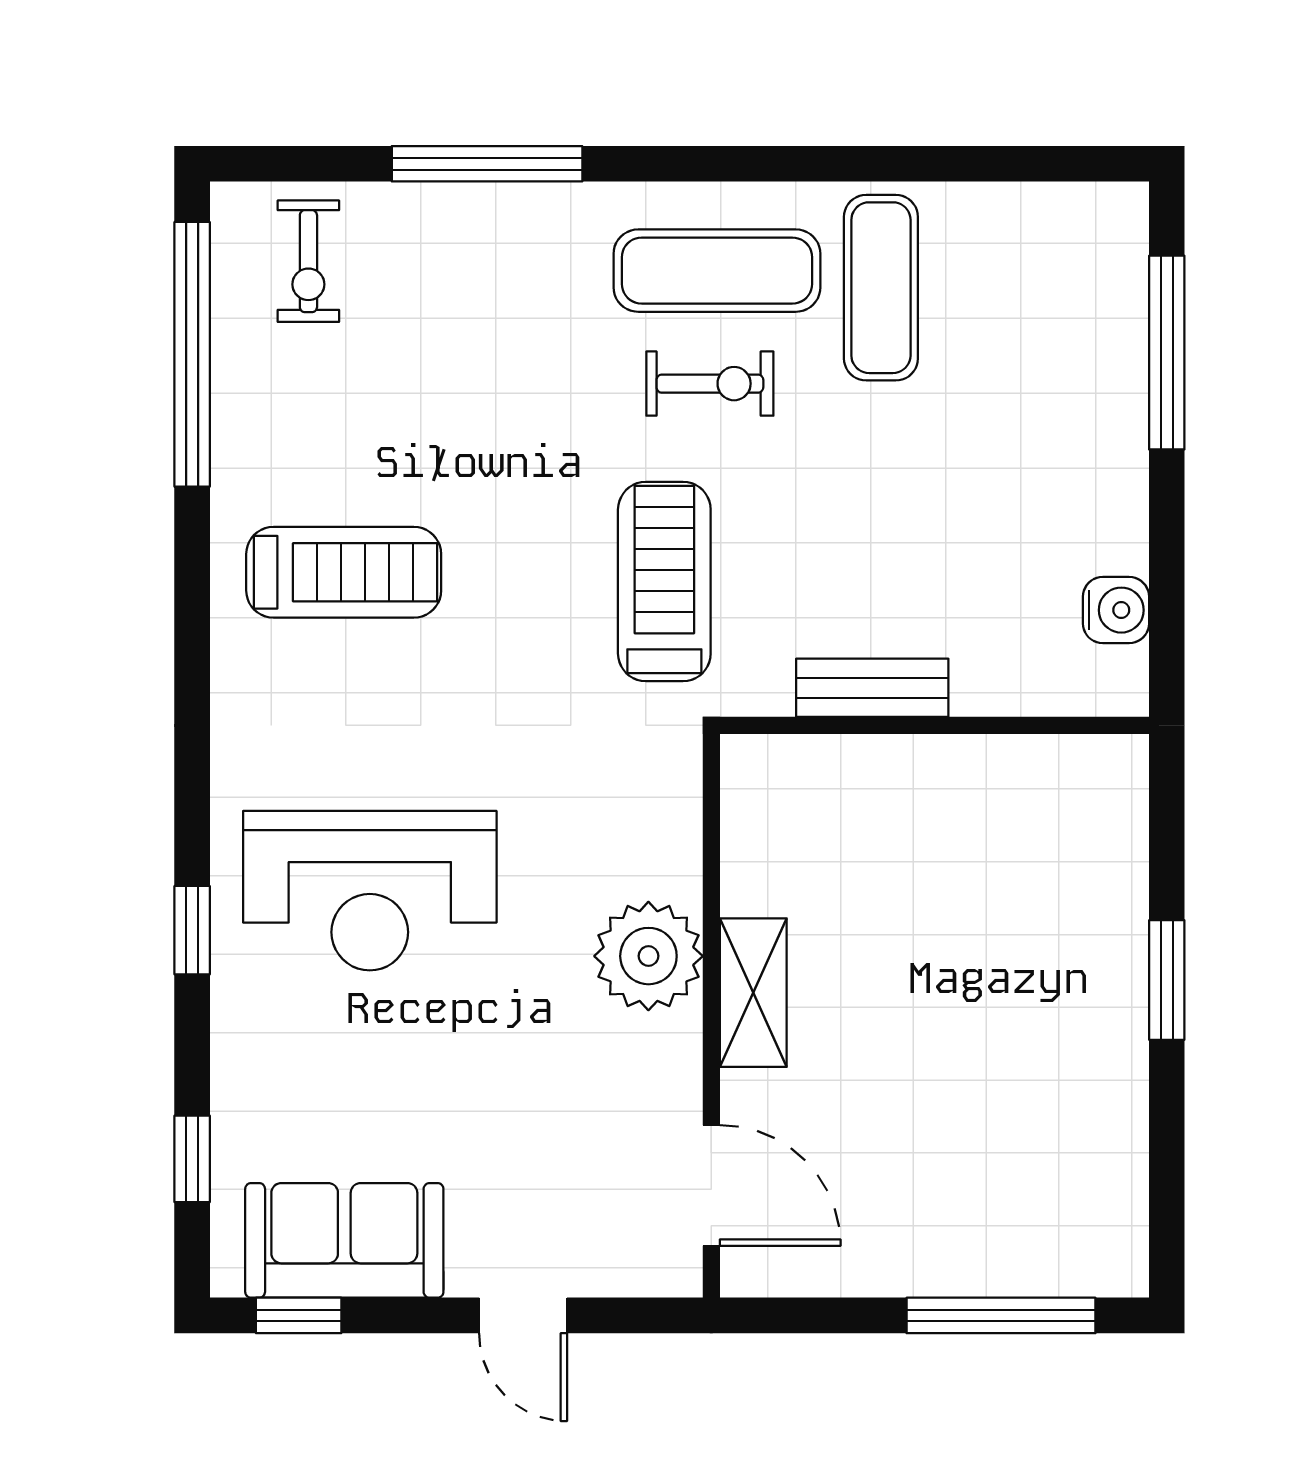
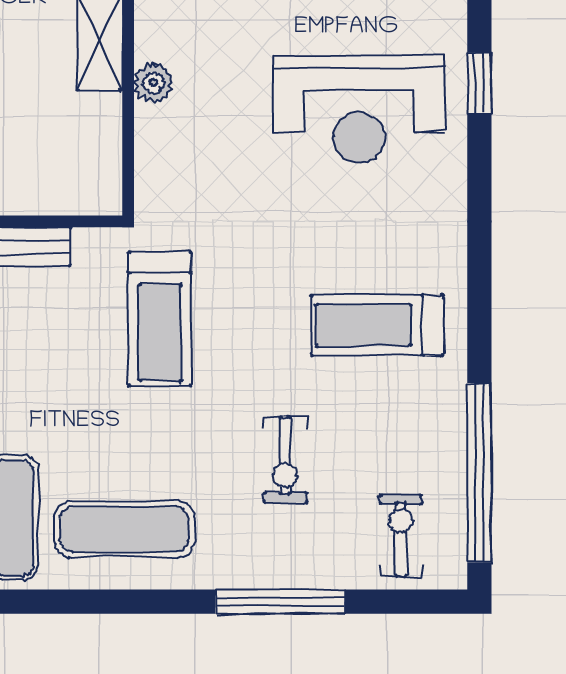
exercise bike: (710, 384) -> (285, 460), moved, turned -90
reception desk: (370, 891) -> (359, 110), turned 180
plant: (648, 956) -> (153, 83), width x0.53, depth x0.53

